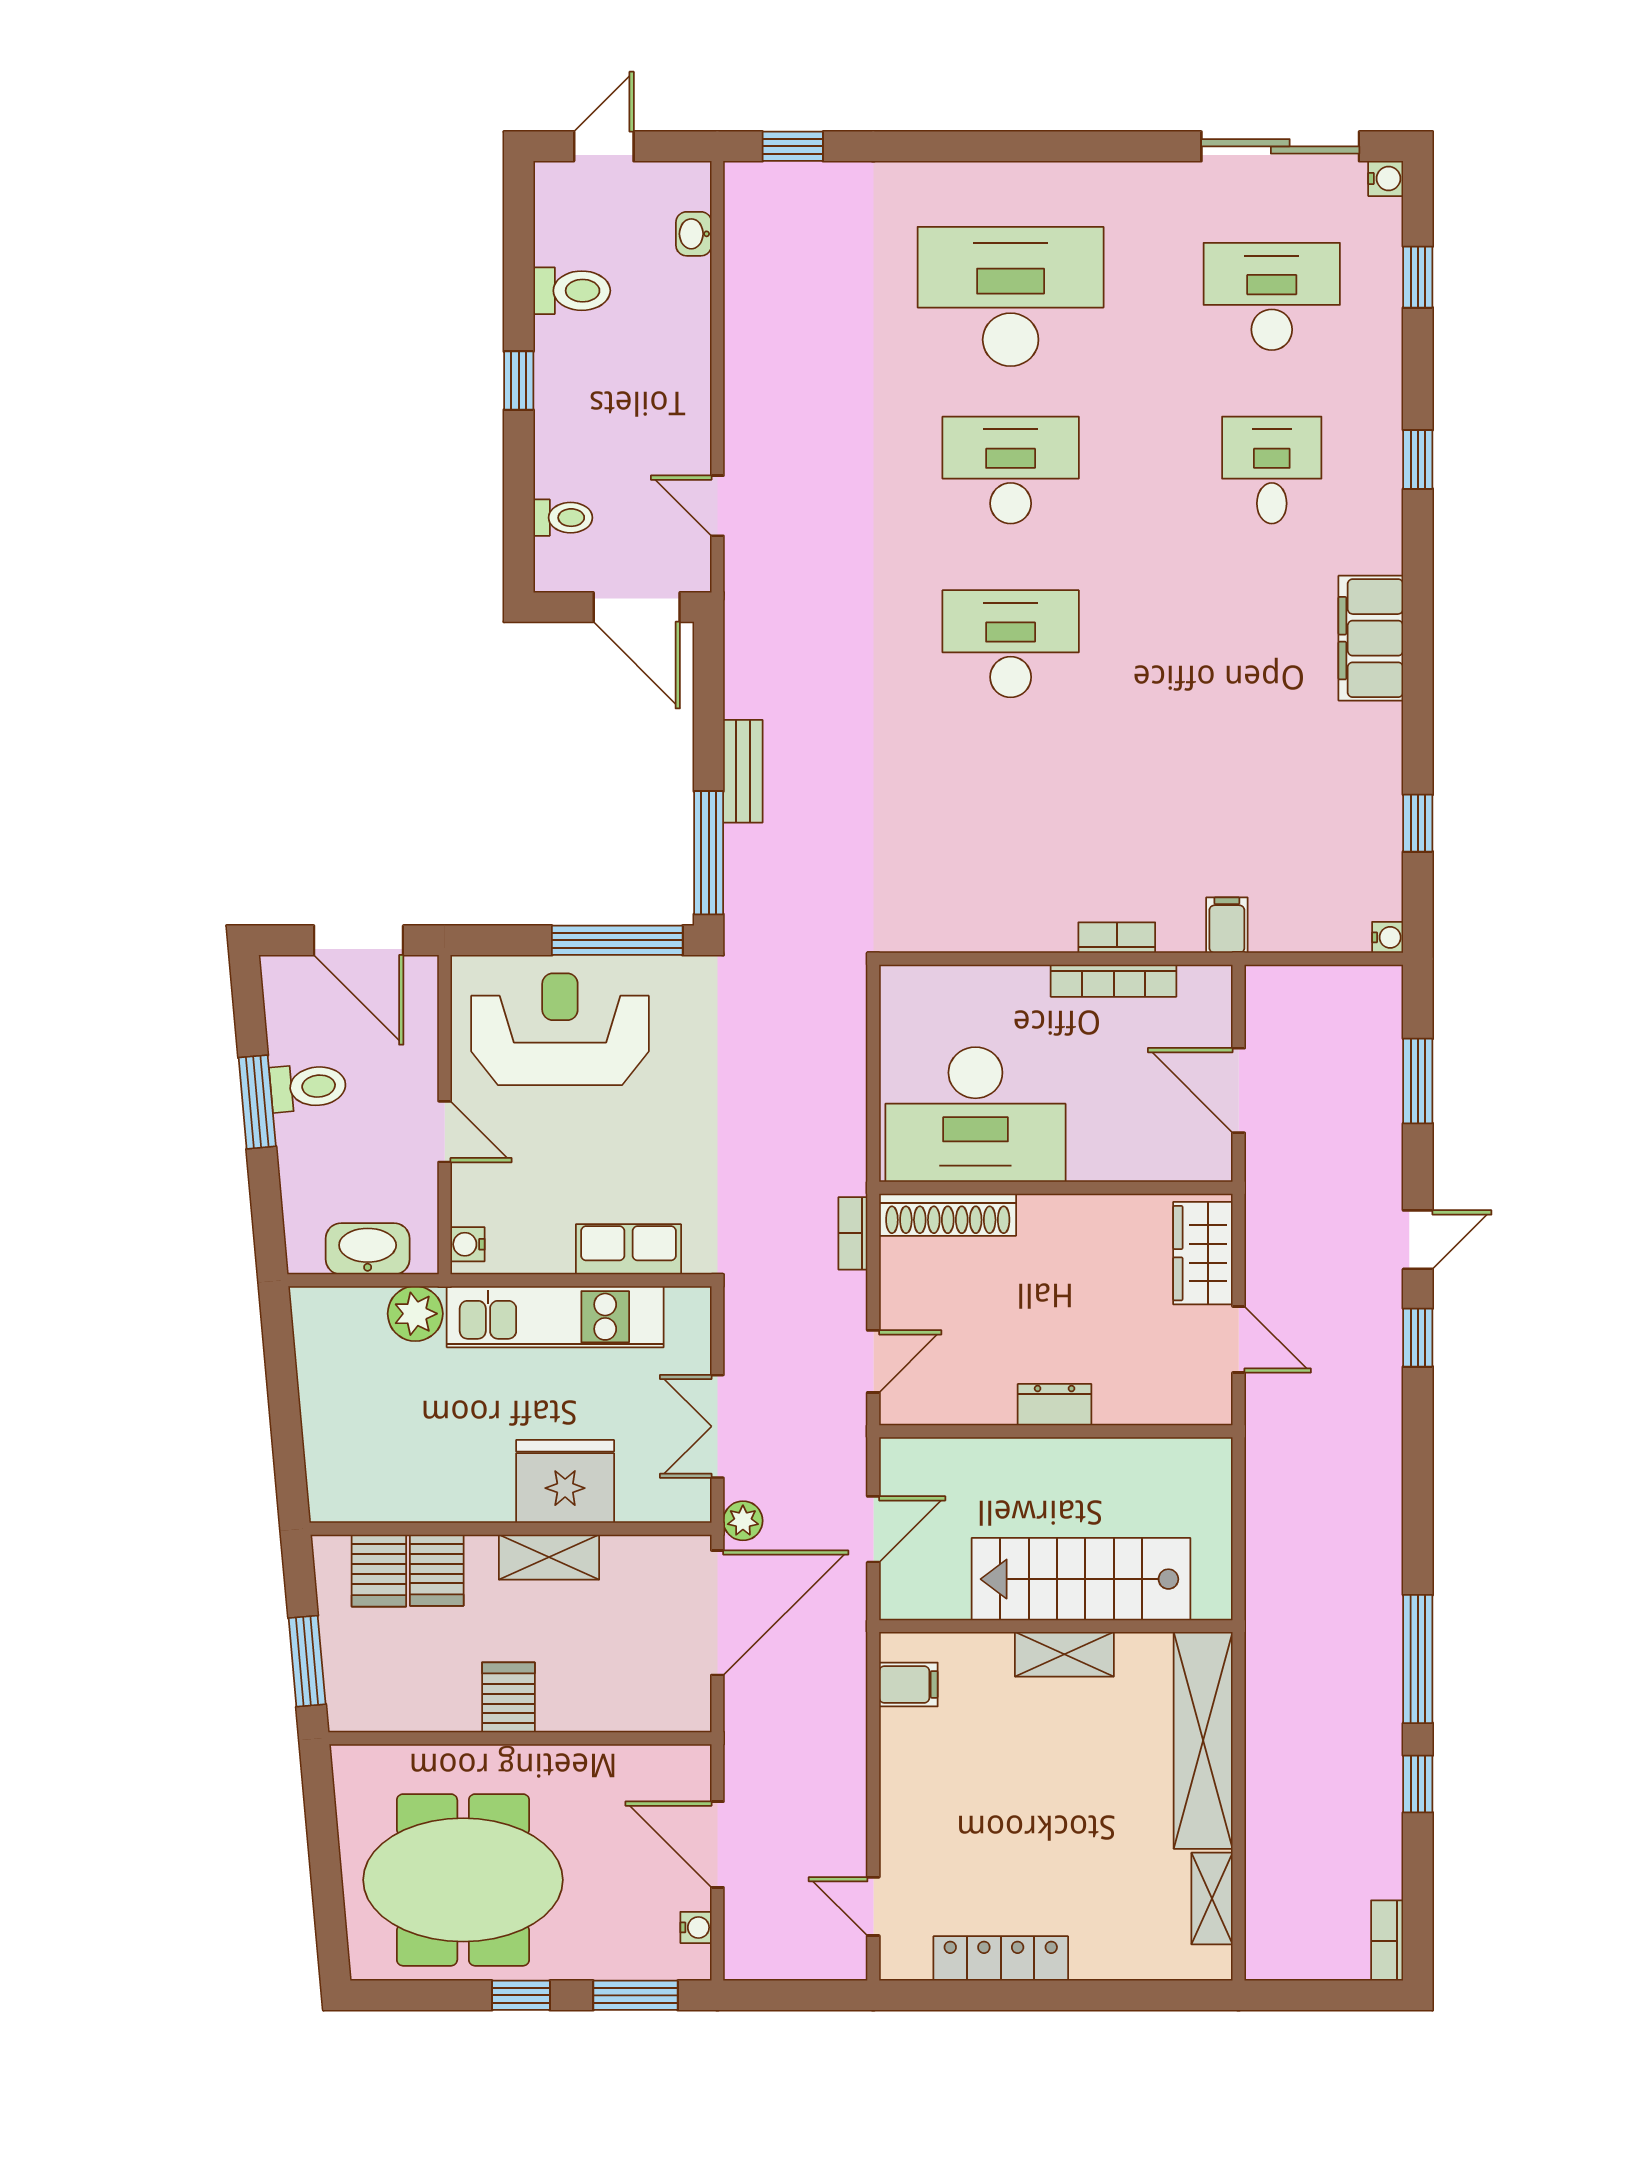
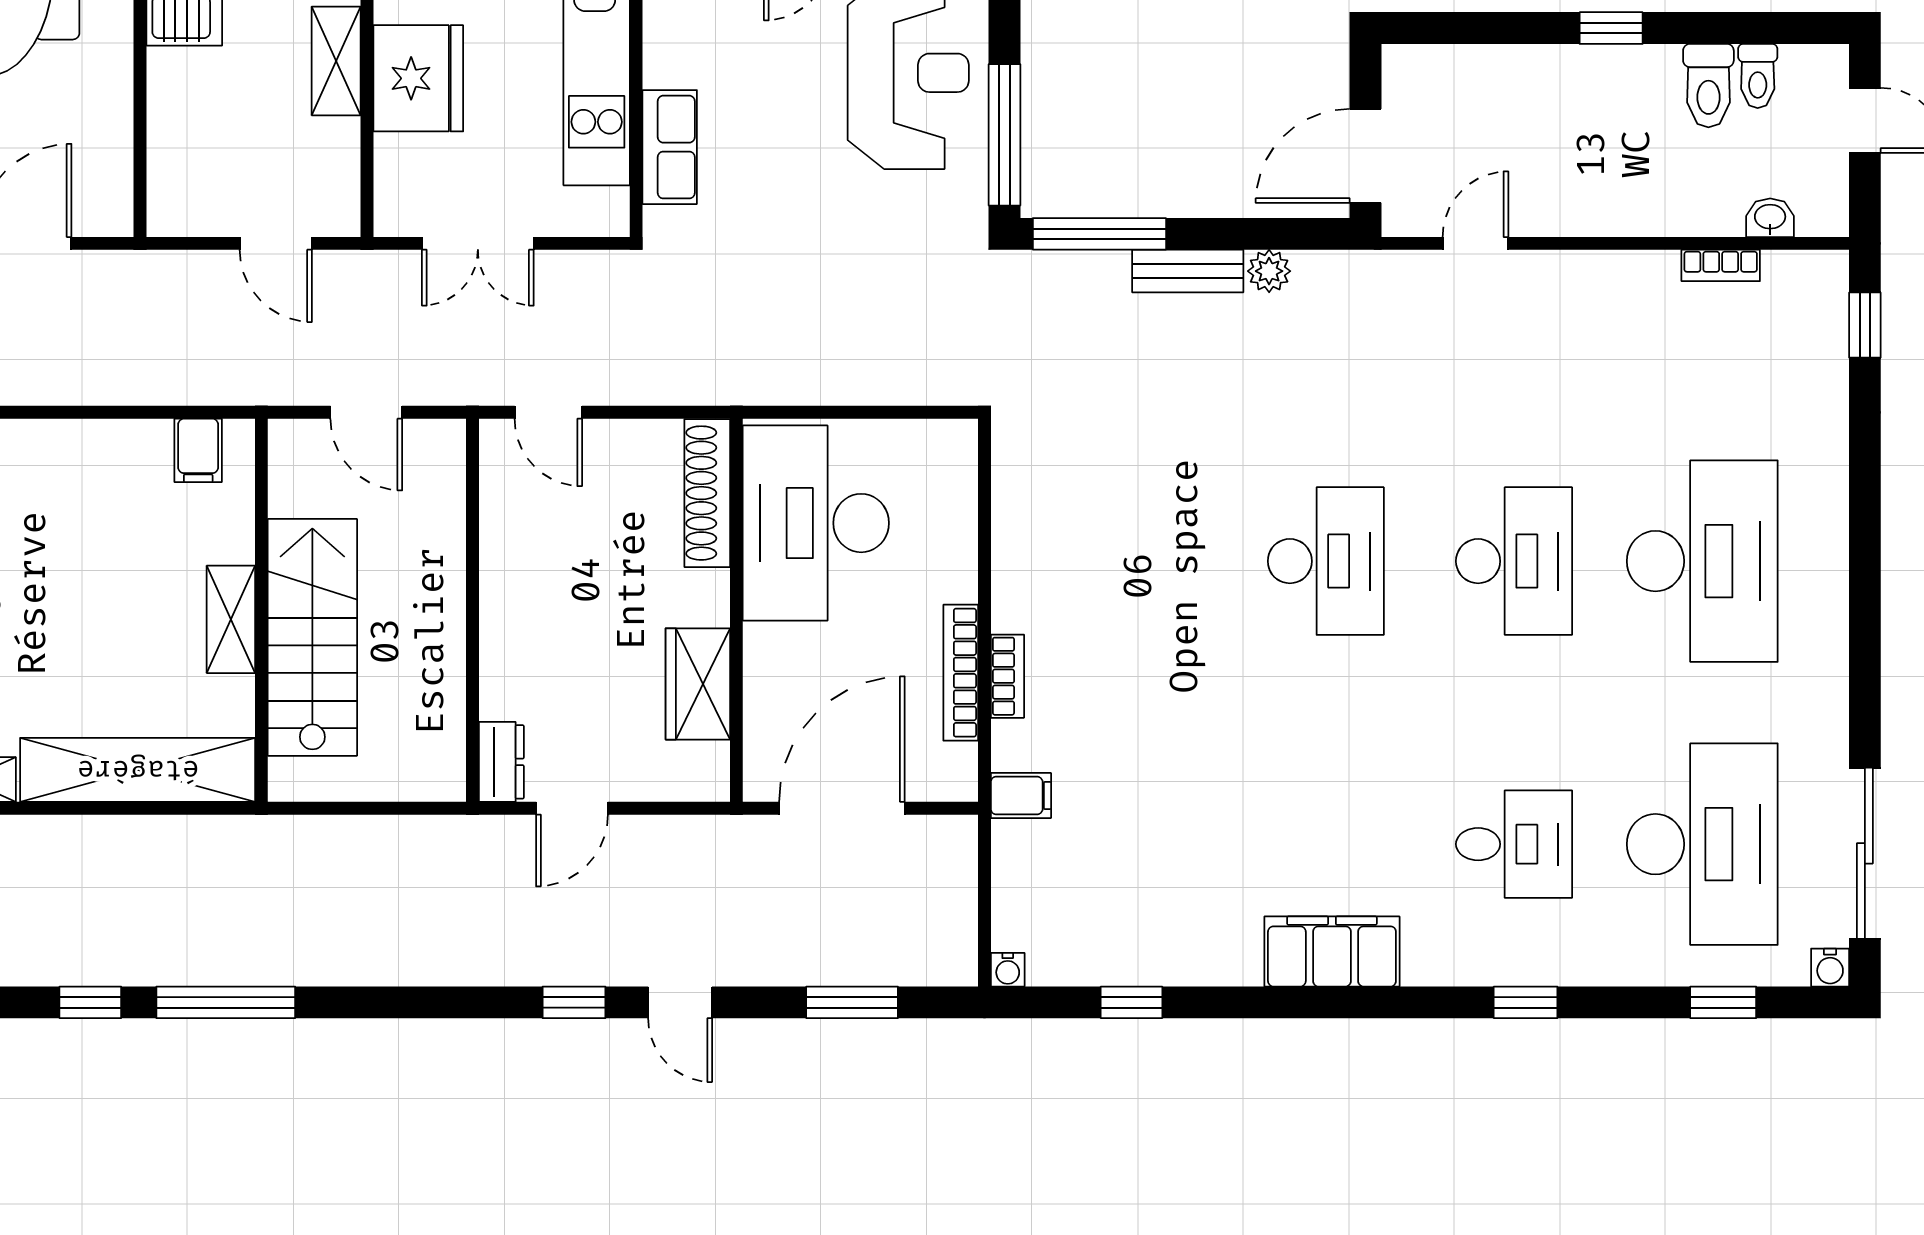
desk: (1272, 296) -> (1702, 844), width x1.36, depth x1.30
toilet: (563, 518) -> (1758, 76), moved
door: (1239, 1090) -> (842, 808), width x1.36
bookcase: (853, 1233) -> (1721, 265), moved, turned 180
wardrobe: (1203, 1253) -> (698, 684), moved, turned -90
dresser: (1055, 1405) -> (501, 762), moved
double door: (717, 1426) -> (478, 243), swing flipped
plant: (743, 1521) -> (1269, 271), moved
door: (717, 1613) -> (276, 243), width x0.53

